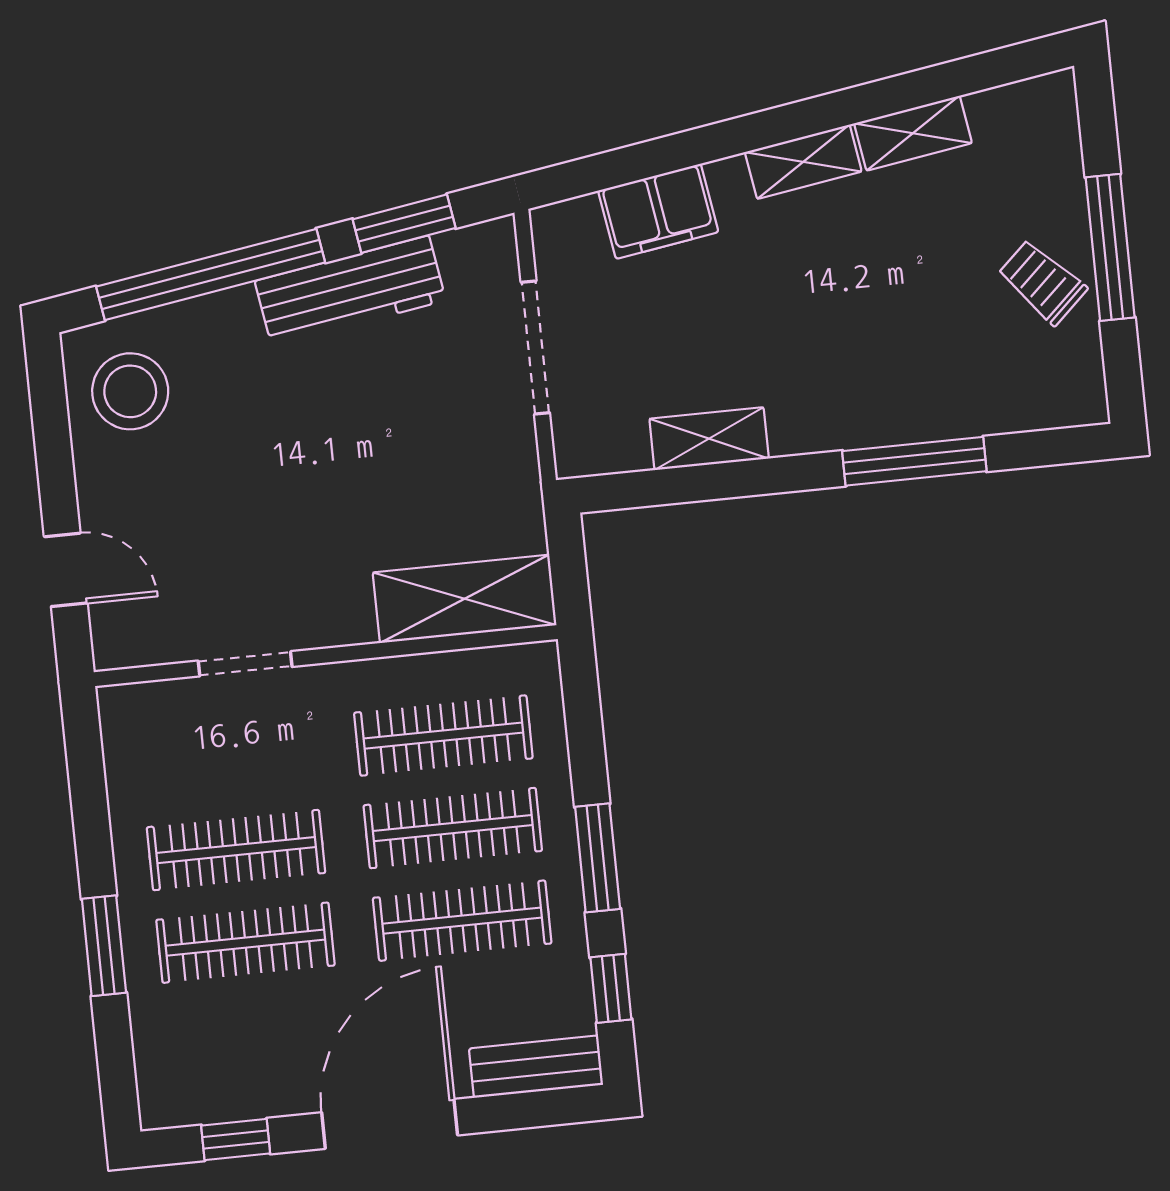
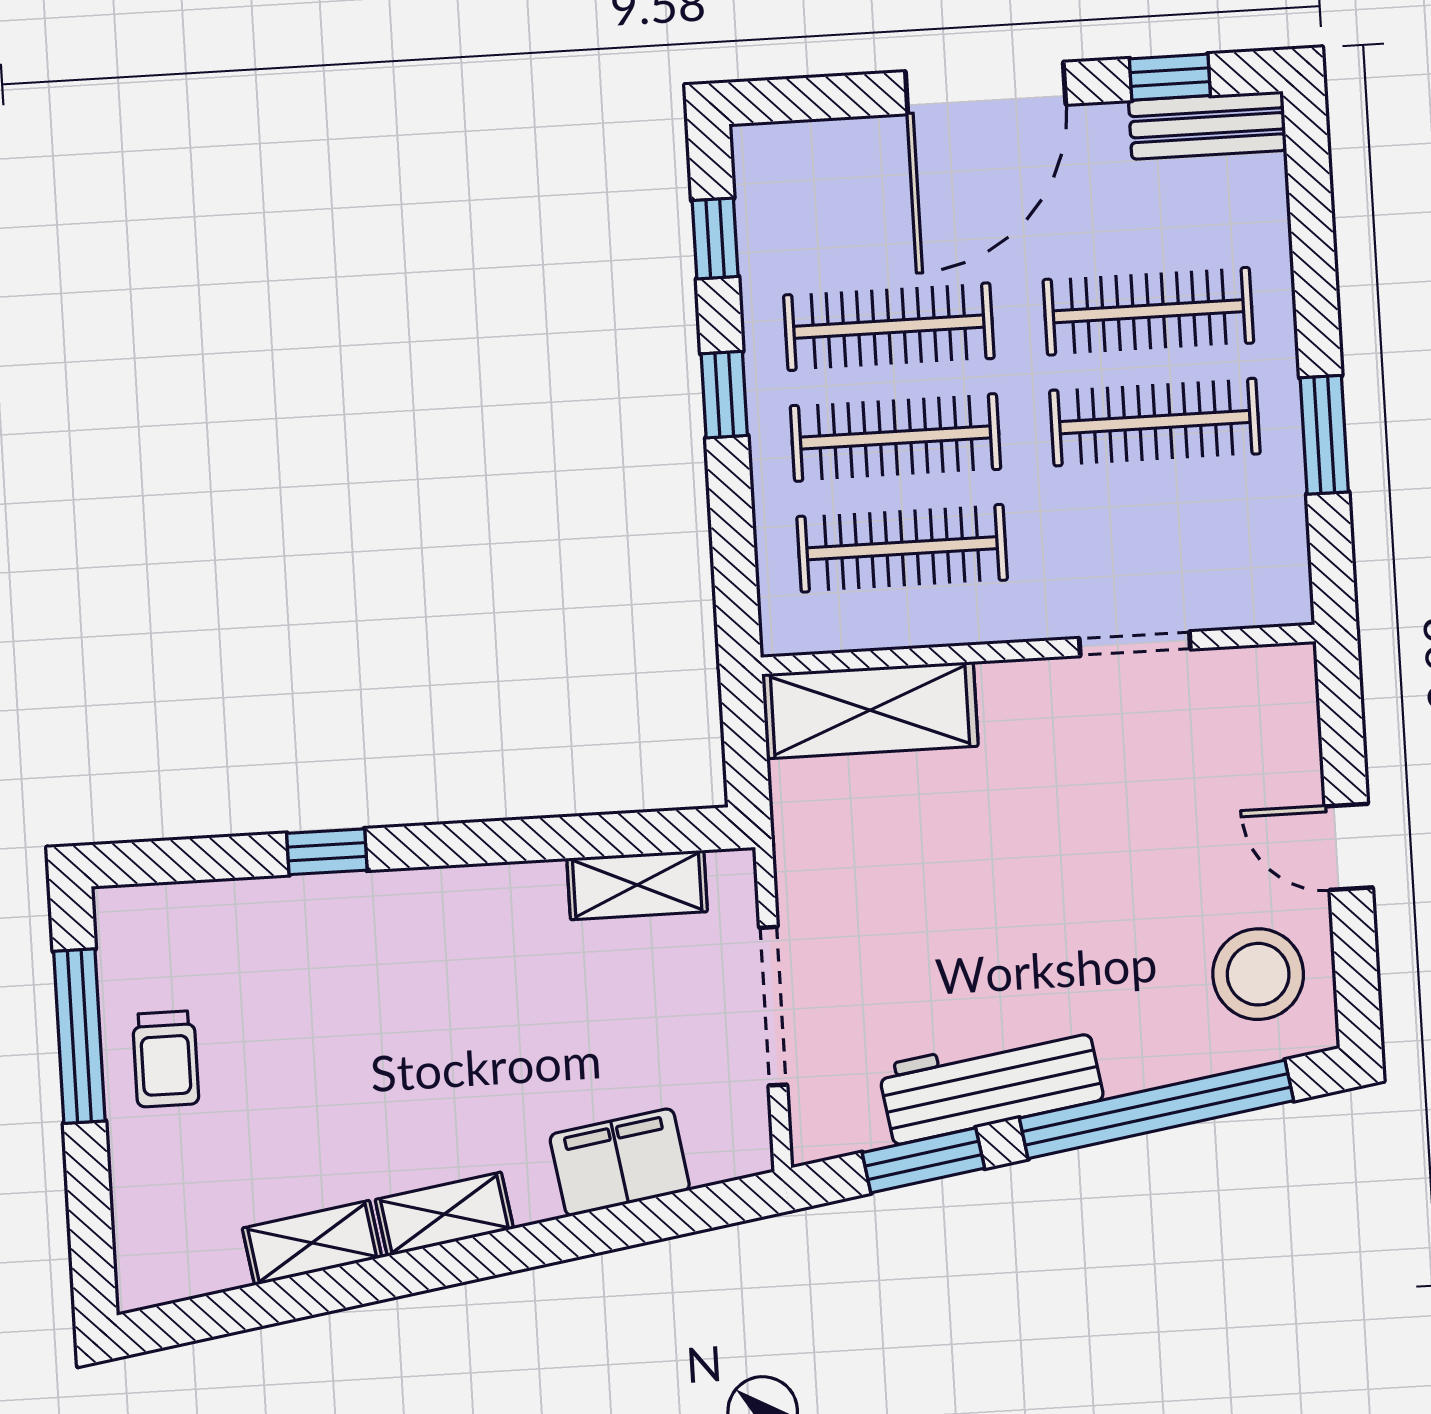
window: (1110, 247) -> (79, 1036), moved
trolley: (1042, 282) -> (166, 1059), turned 43
shelving: (709, 439) -> (637, 885), moved
window: (914, 461) -> (327, 852), width x0.46
door: (66, 570) -> (1349, 847), moved
window: (598, 858) -> (724, 395), width x0.67
window: (104, 946) -> (1324, 435), moved
bench: (536, 1067) -> (1208, 125), moved

